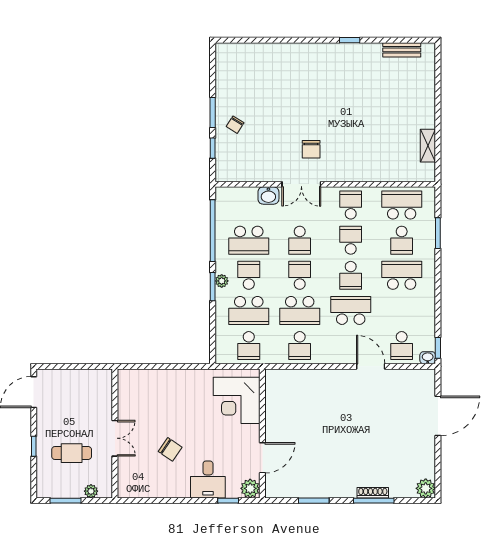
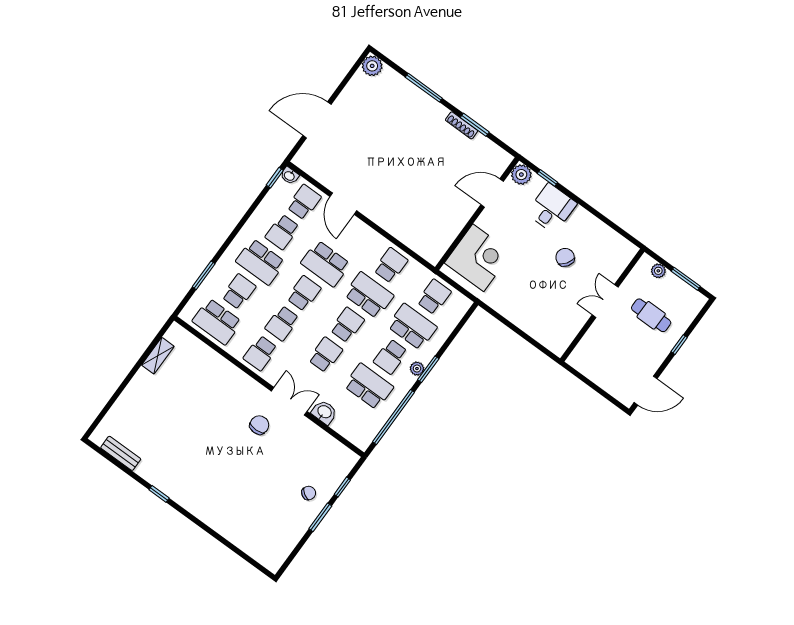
school desk: (300, 275) -> (347, 325), turned 180
school desk: (402, 310) -> (282, 232), added
shoe rack: (373, 493) -> (462, 125), moved

